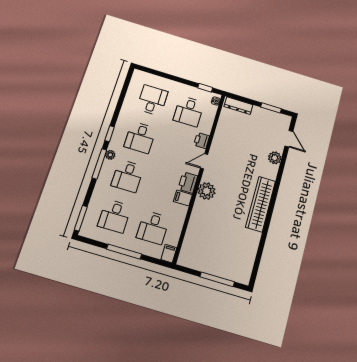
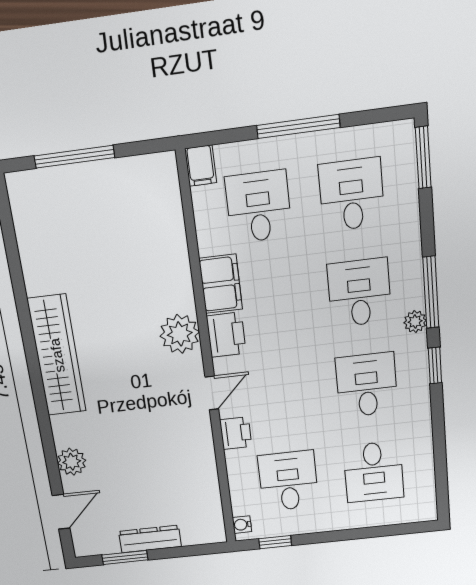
dresser: (238, 106) -> (150, 539), moved
door: (289, 139) -> (61, 512), swing flipped
filing cabinet: (183, 198) -> (221, 284), width x2.00

